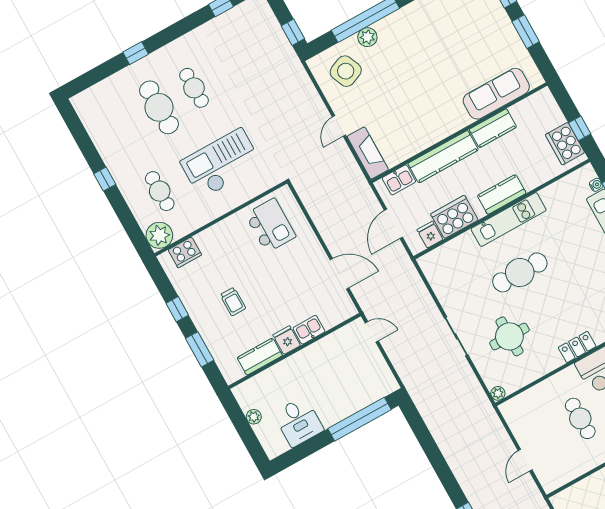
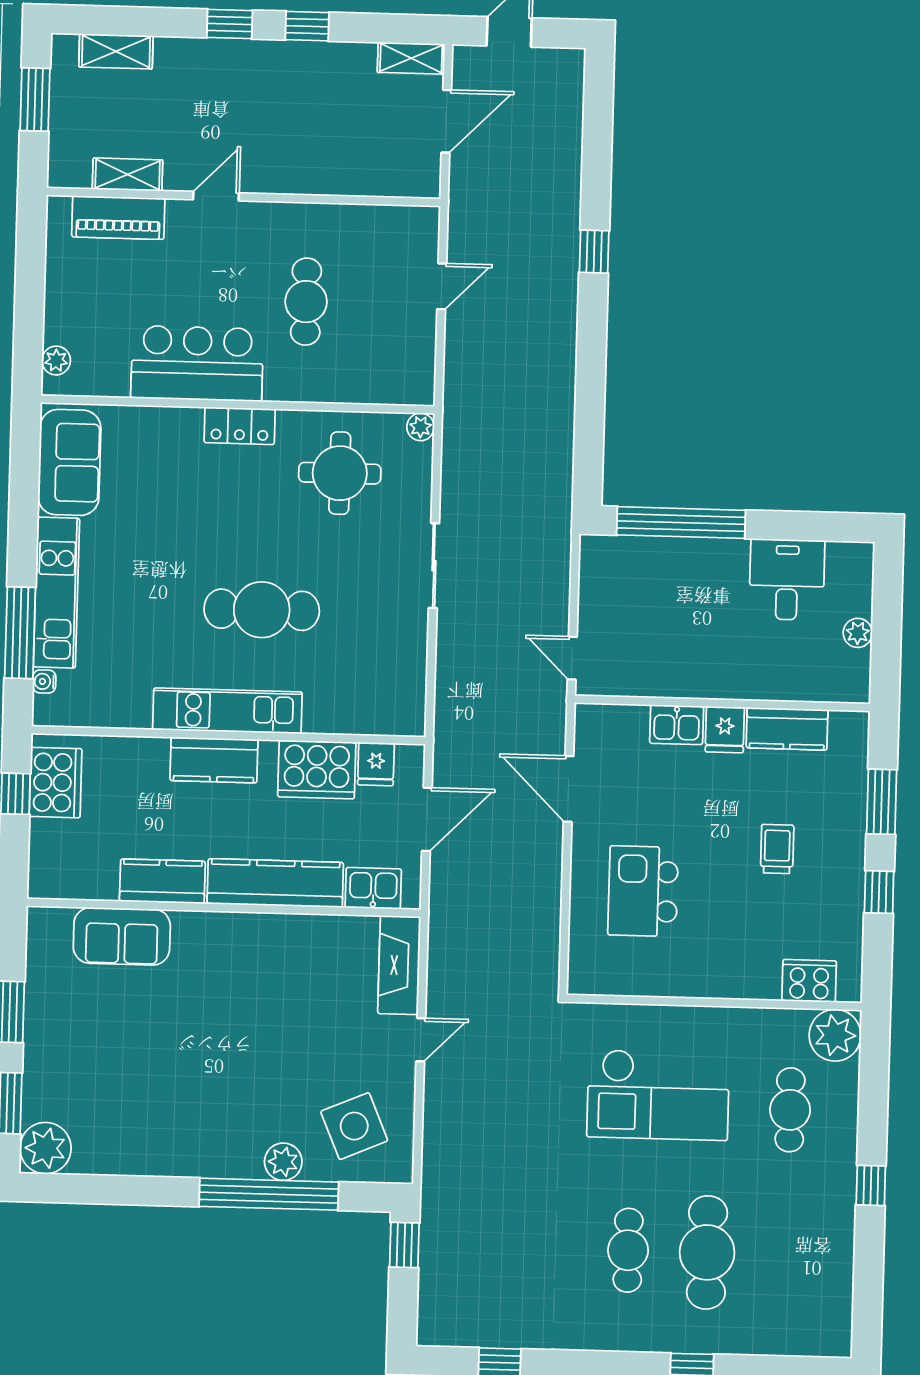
sofa: (496, 94) -> (122, 936), width x0.73
kitchen island: (270, 225) -> (643, 891), moved
round table: (509, 336) -> (340, 473), moved

